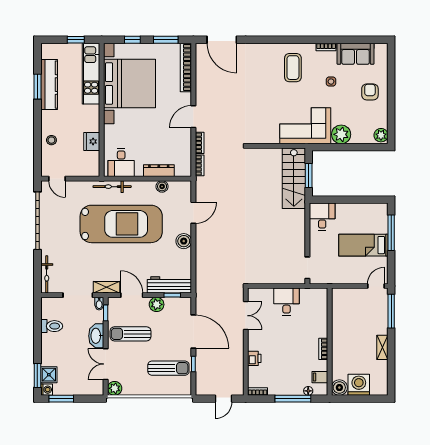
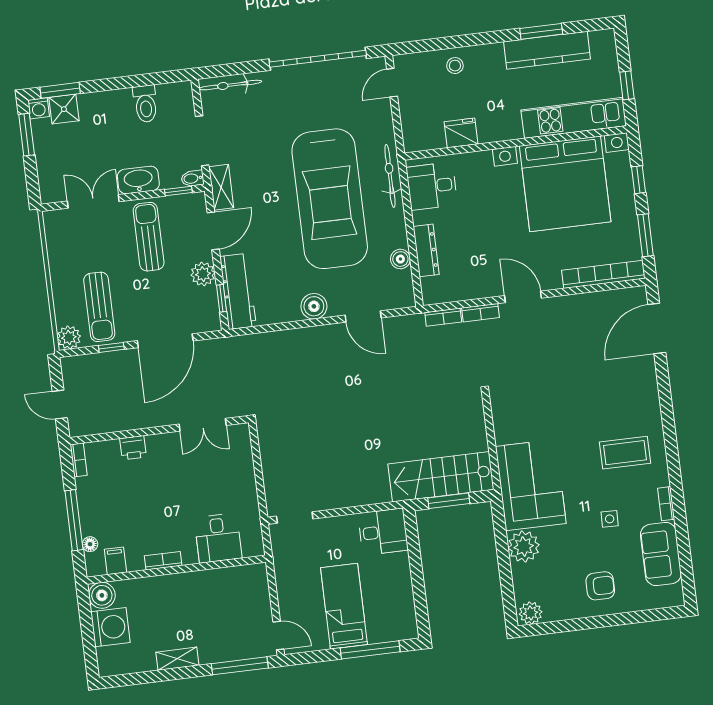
desk: (286, 302) -> (218, 538), moved, turned 90
plant: (115, 388) -> (69, 337), moved

